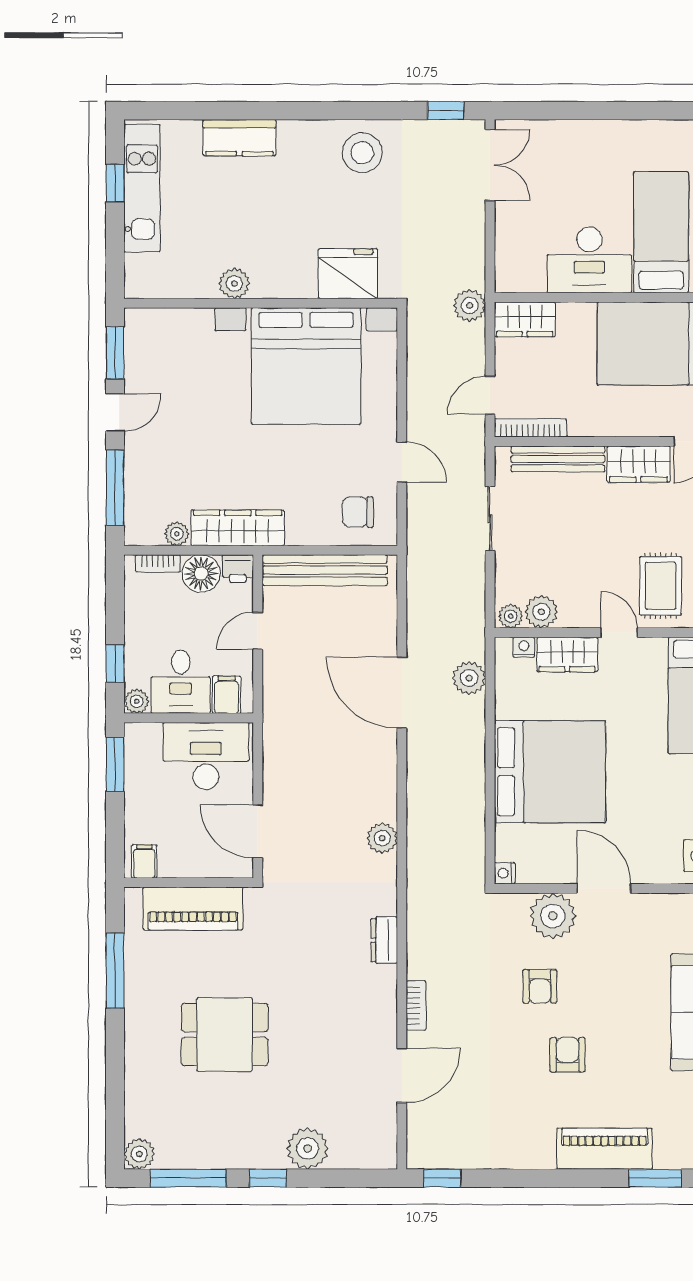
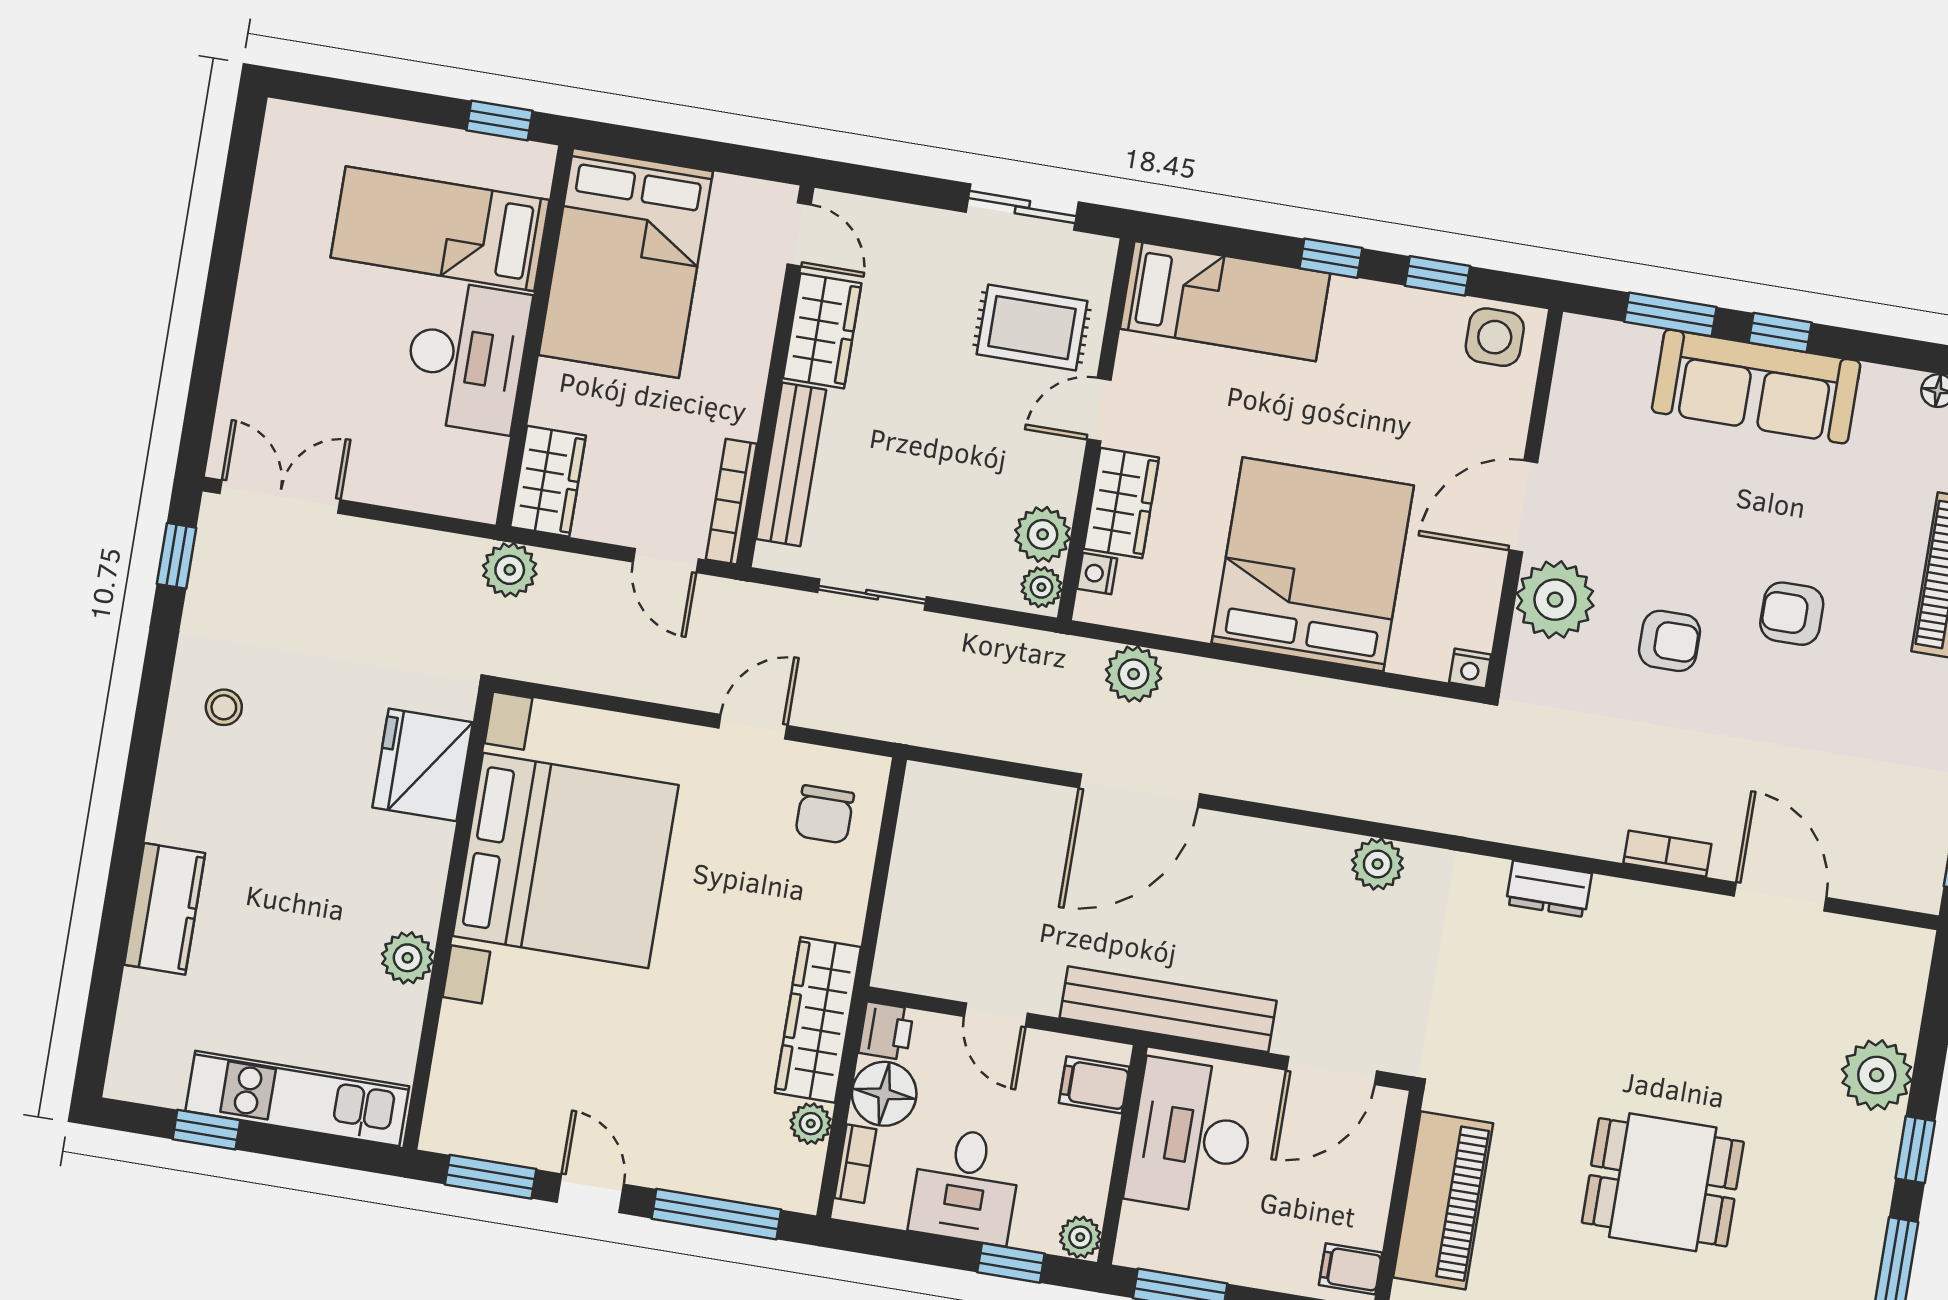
stool: (362, 153) -> (224, 707), width x0.53, depth x0.53
kitchen unit: (142, 188) -> (297, 1099), moved
bench: (325, 570) -> (1168, 1009), moved, turned 90
desk: (181, 682) -> (966, 1186), moved, turned 90
dining table: (225, 1035) -> (1663, 1182), turned 90

